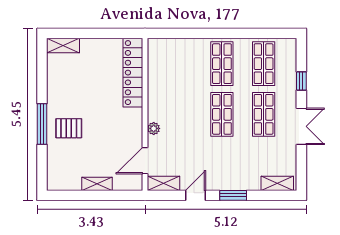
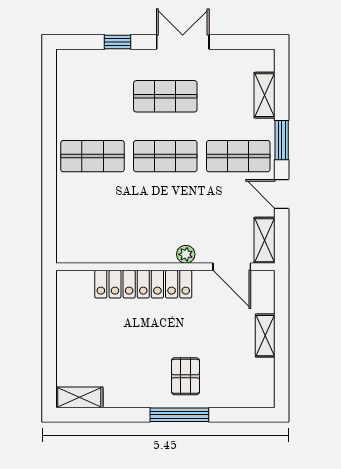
shelving: (63, 45) -> (79, 397), moved, turned 90
shop shelf: (264, 64) -> (238, 156), moved
locker: (133, 73) -> (143, 284), moved
shelving: (277, 183) -> (265, 95), moved

